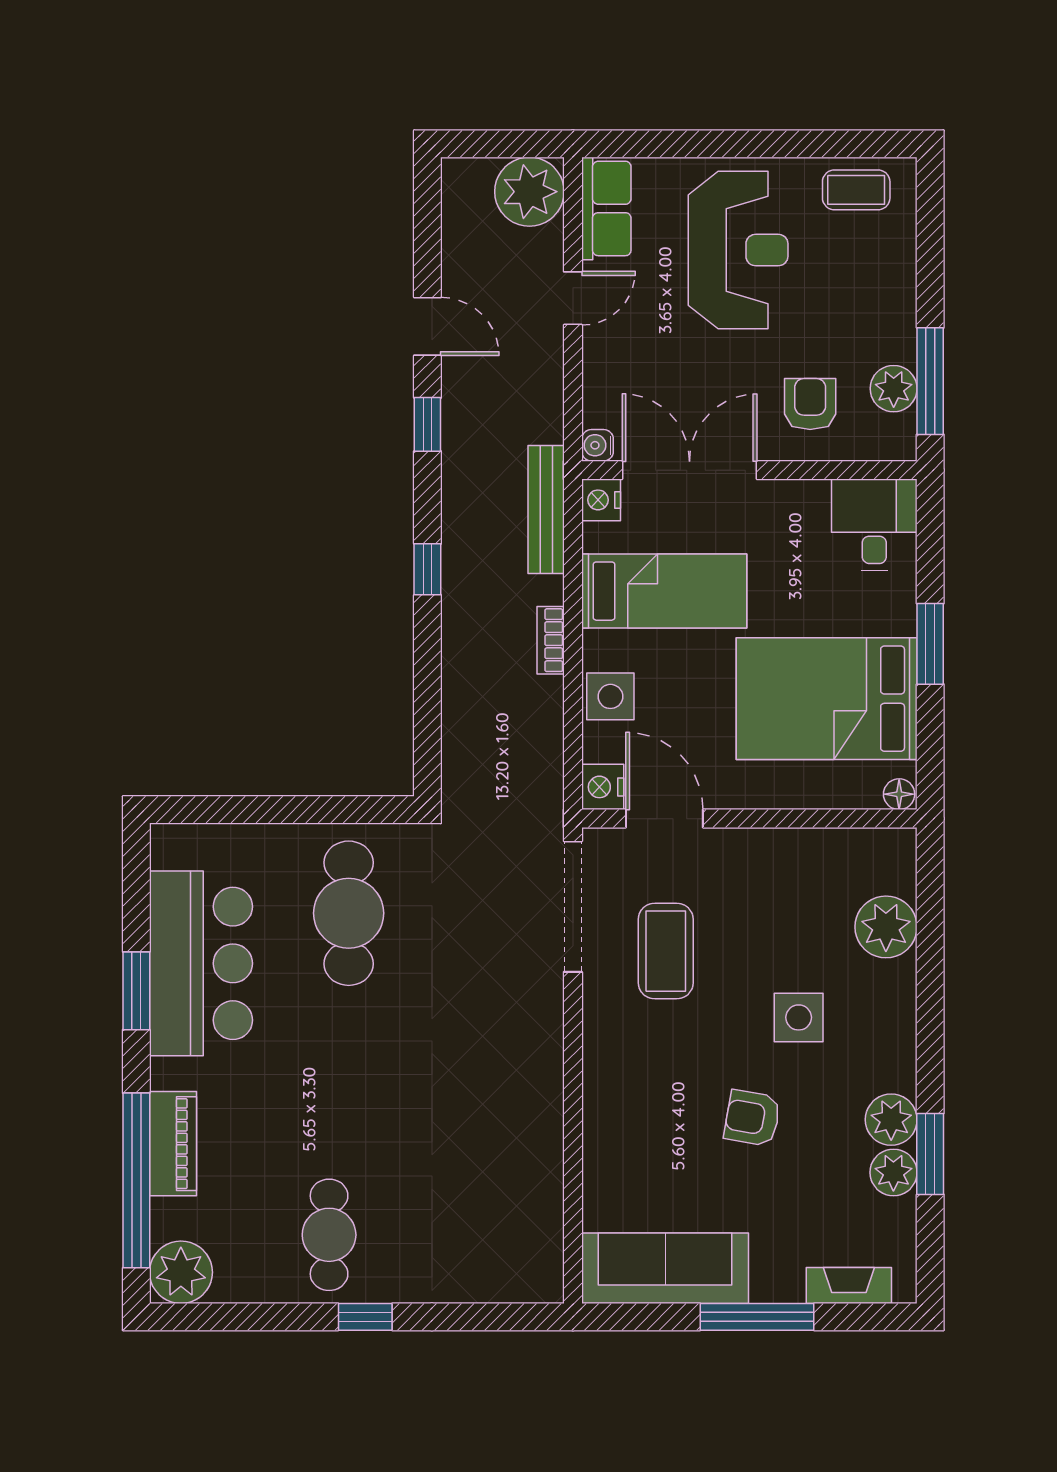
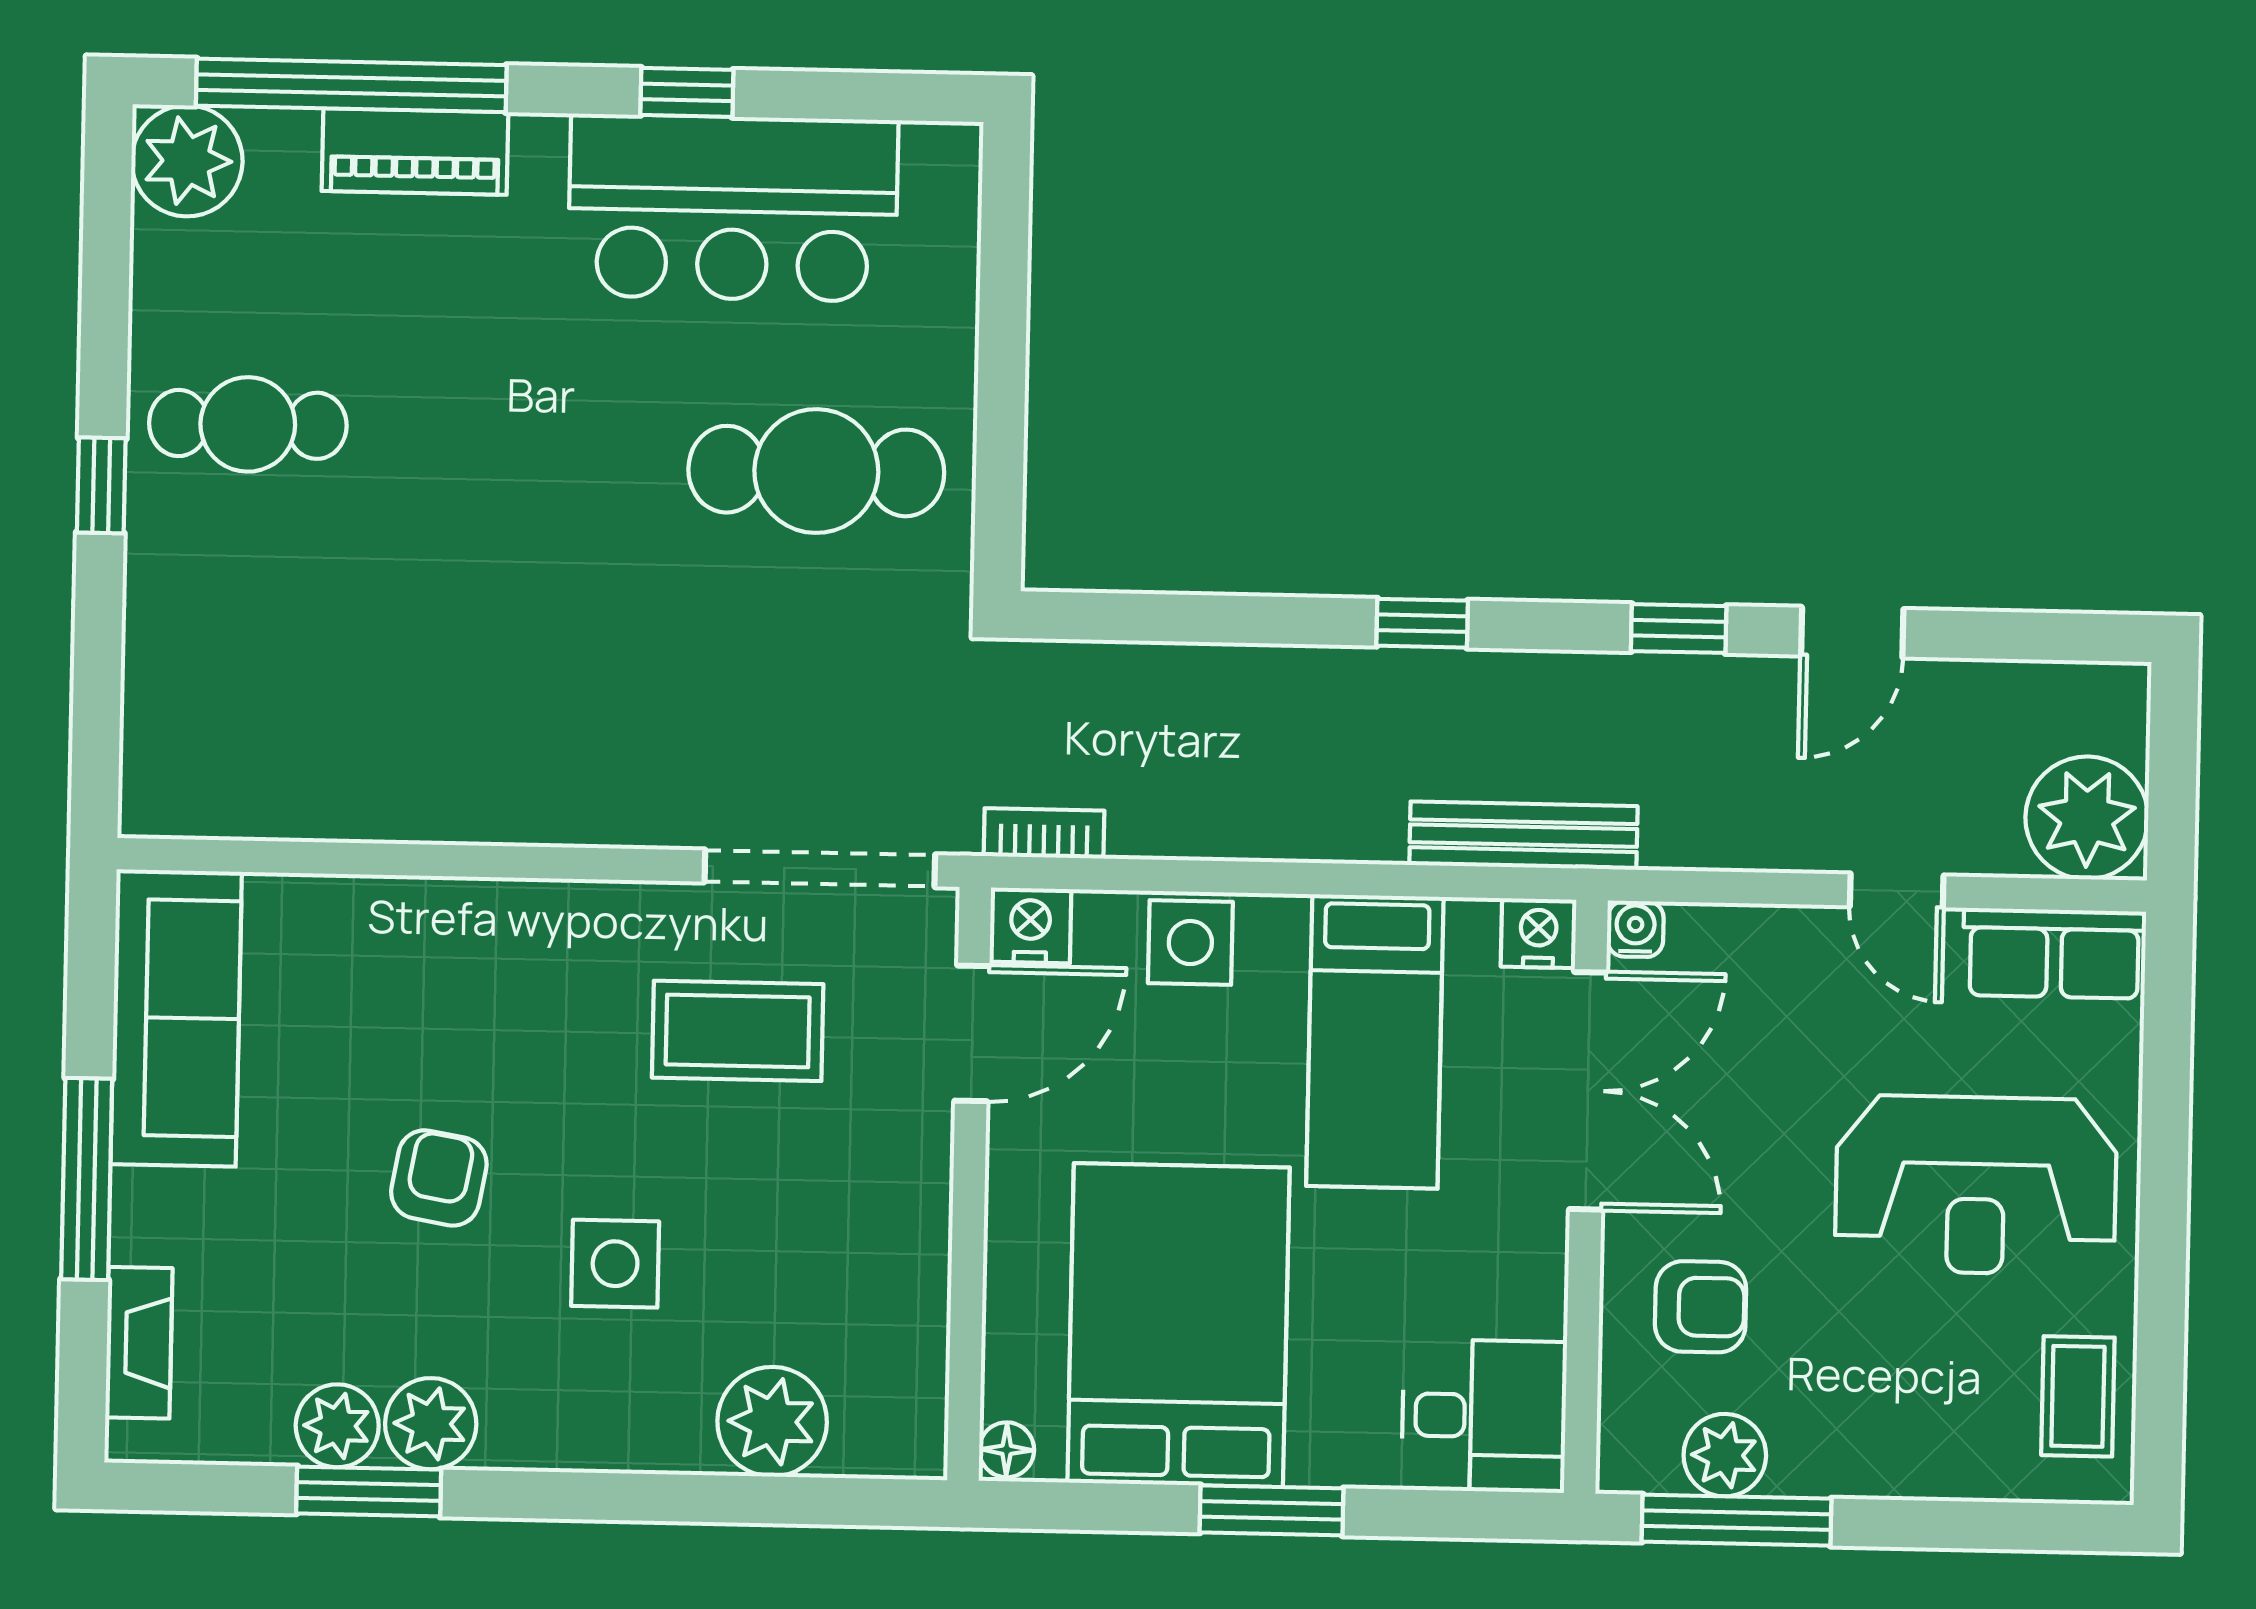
bookcase: (551, 640) -> (1044, 833), moved
window: (136, 991) -> (687, 92), width x0.67

